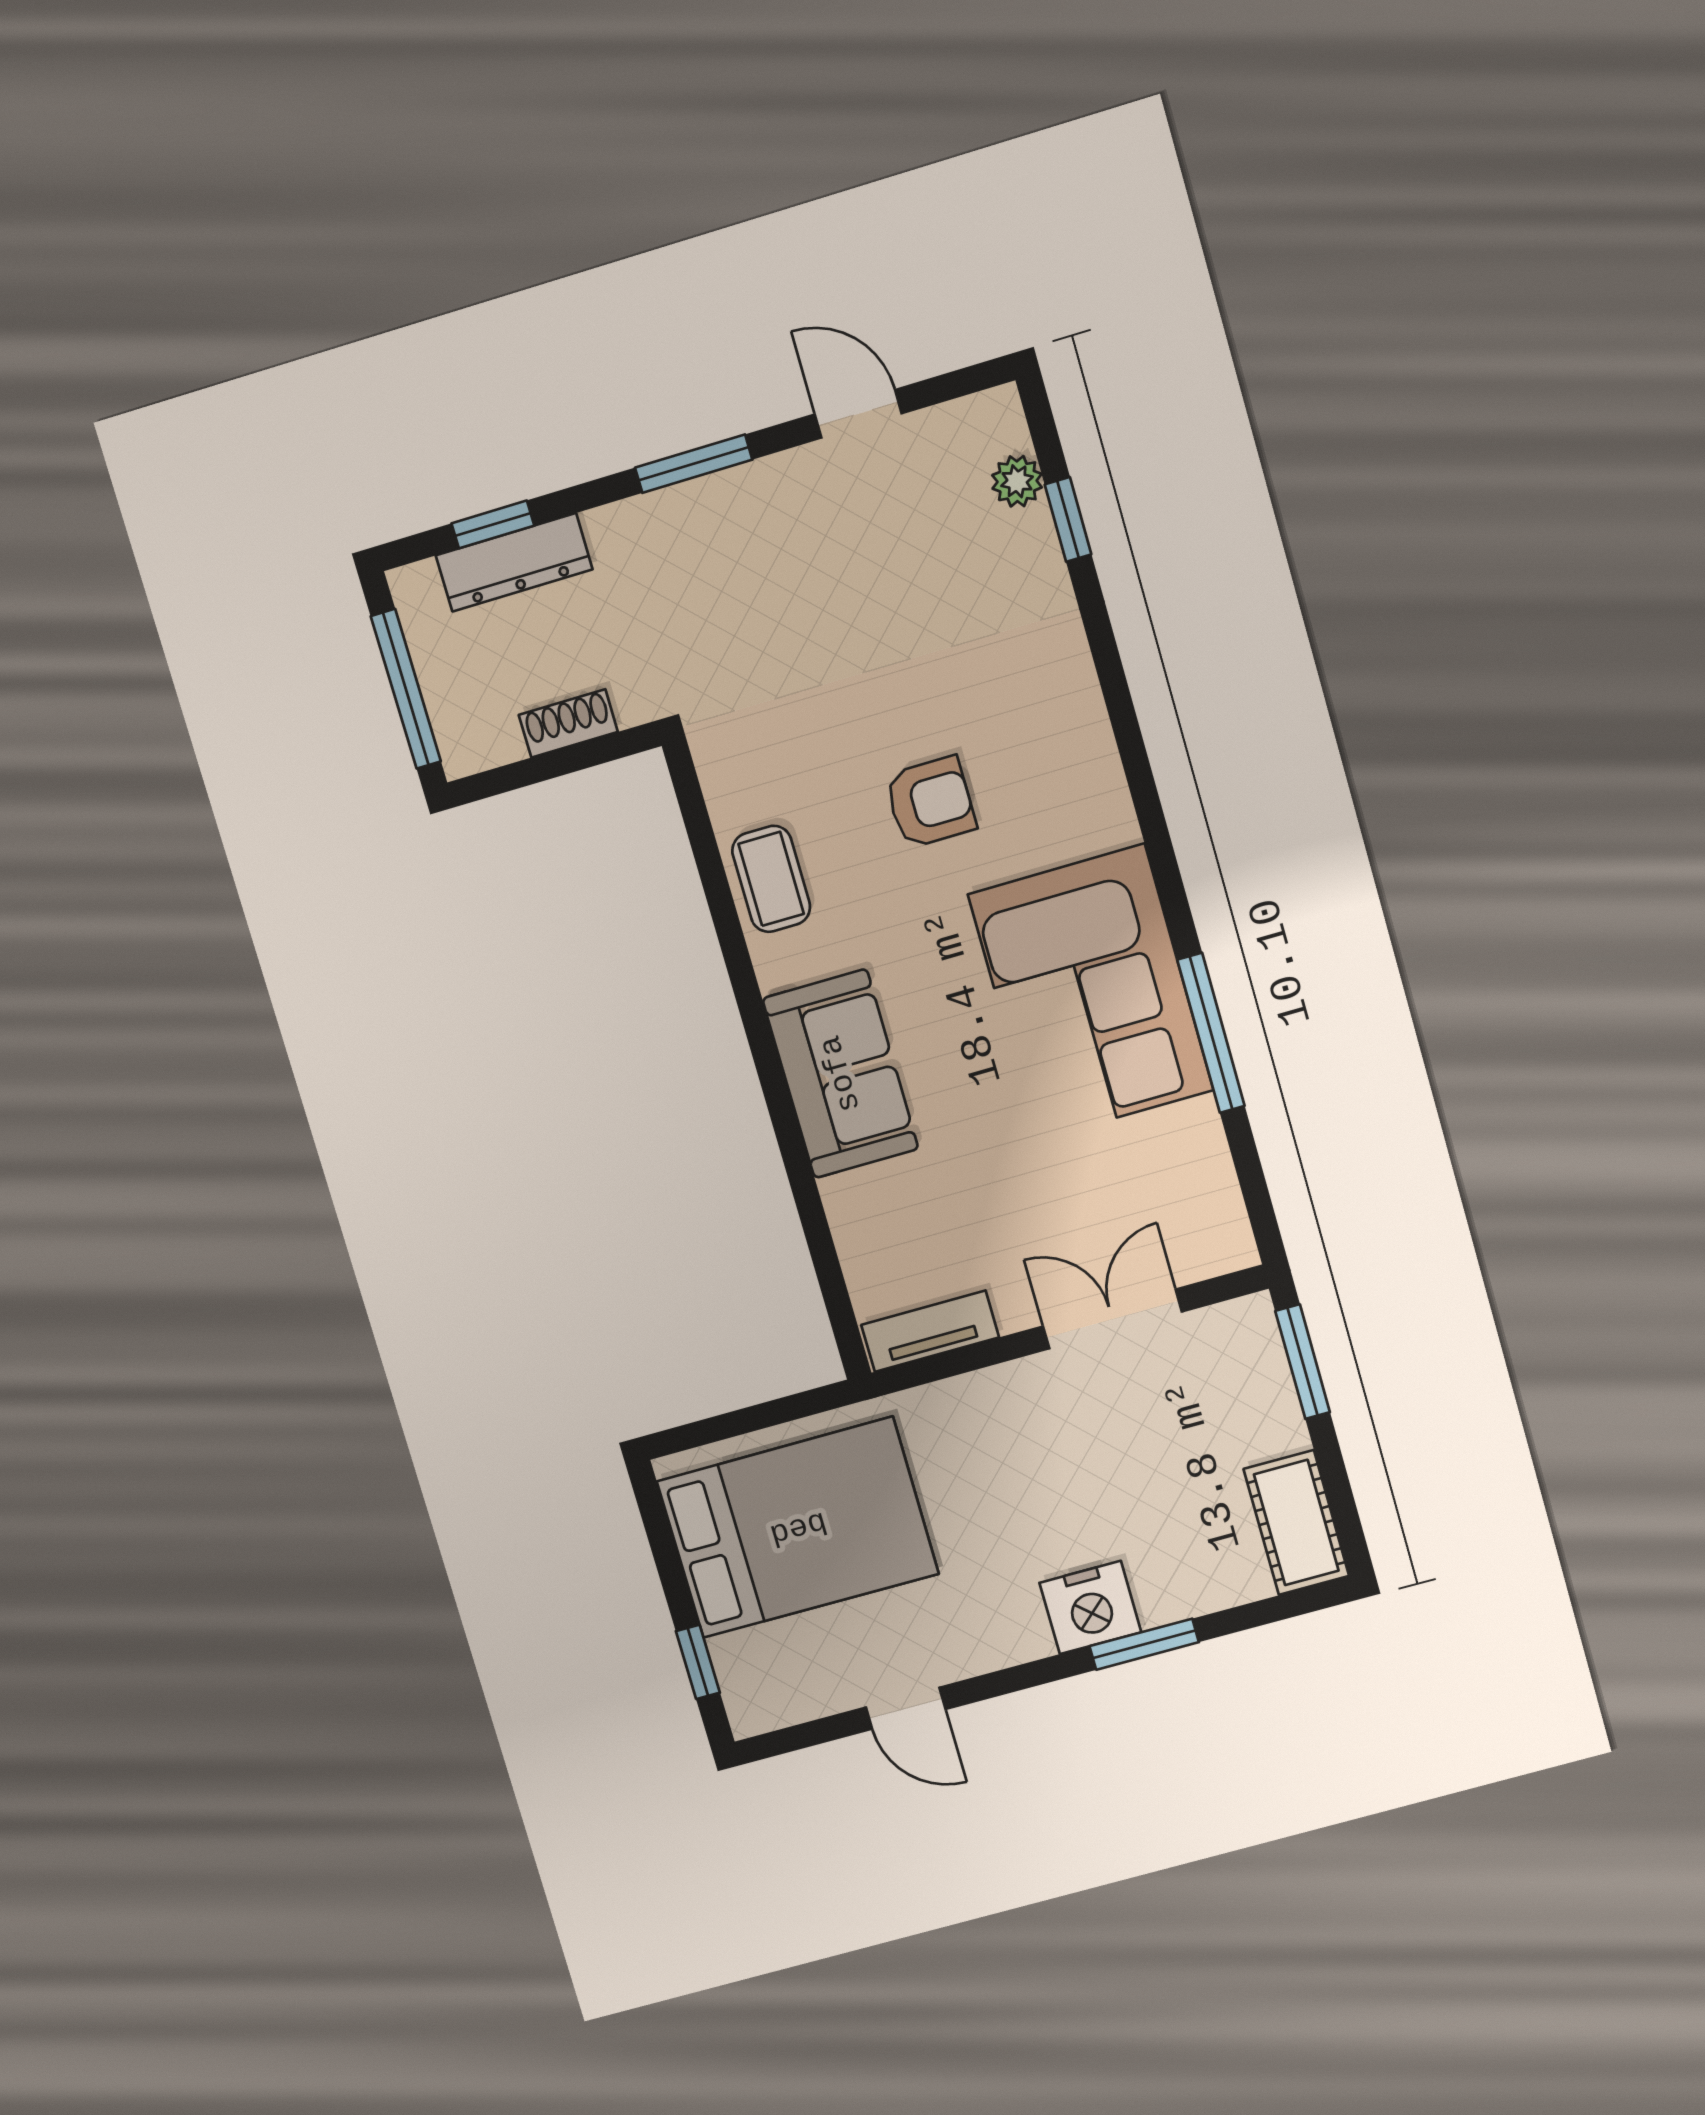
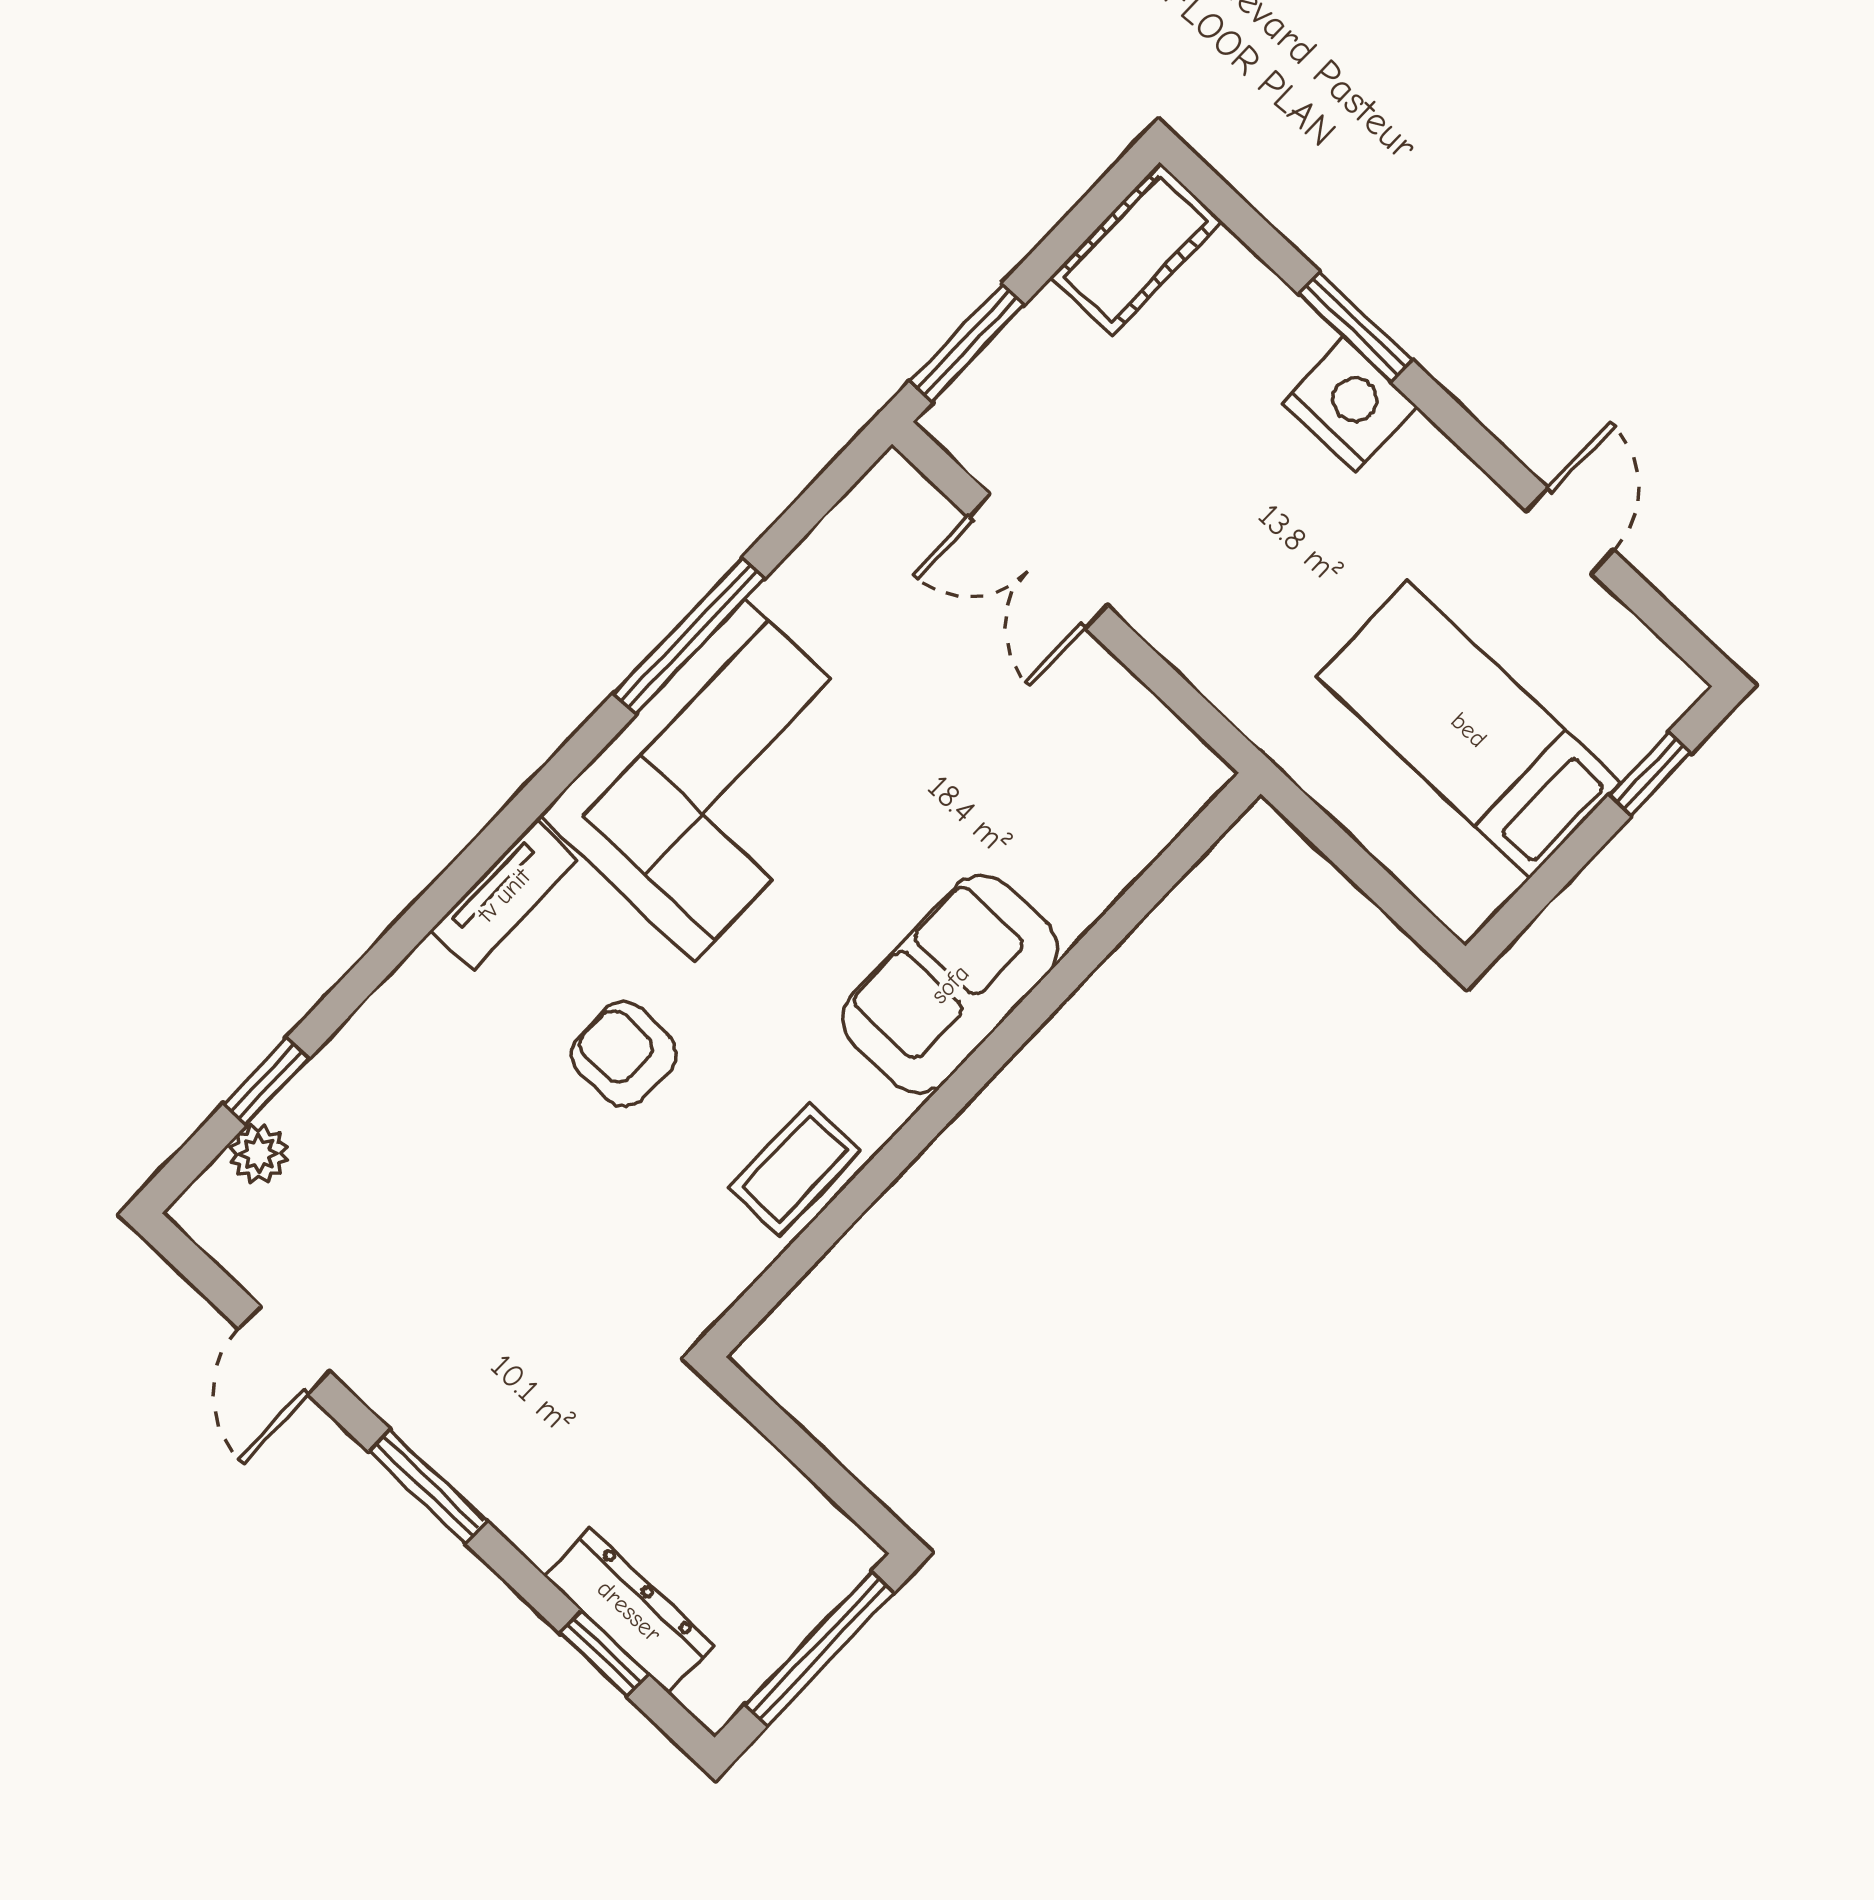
shoe rack: (568, 723) -> (758, 1464), removed
tv unit: (930, 1331) -> (504, 895), moved, turned -90
bed: (798, 1528) -> (1469, 730), width x0.67

